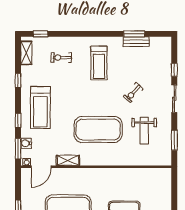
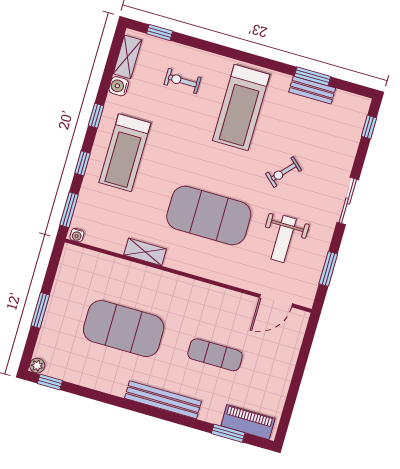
treadmill: (99, 63) -> (241, 108), width x1.37, depth x1.38
window: (174, 70) -> (369, 127), moved
window: (18, 80) -> (96, 116), moved
water cooler: (26, 143) -> (119, 86), moved
door: (41, 167) -> (276, 301), moved

